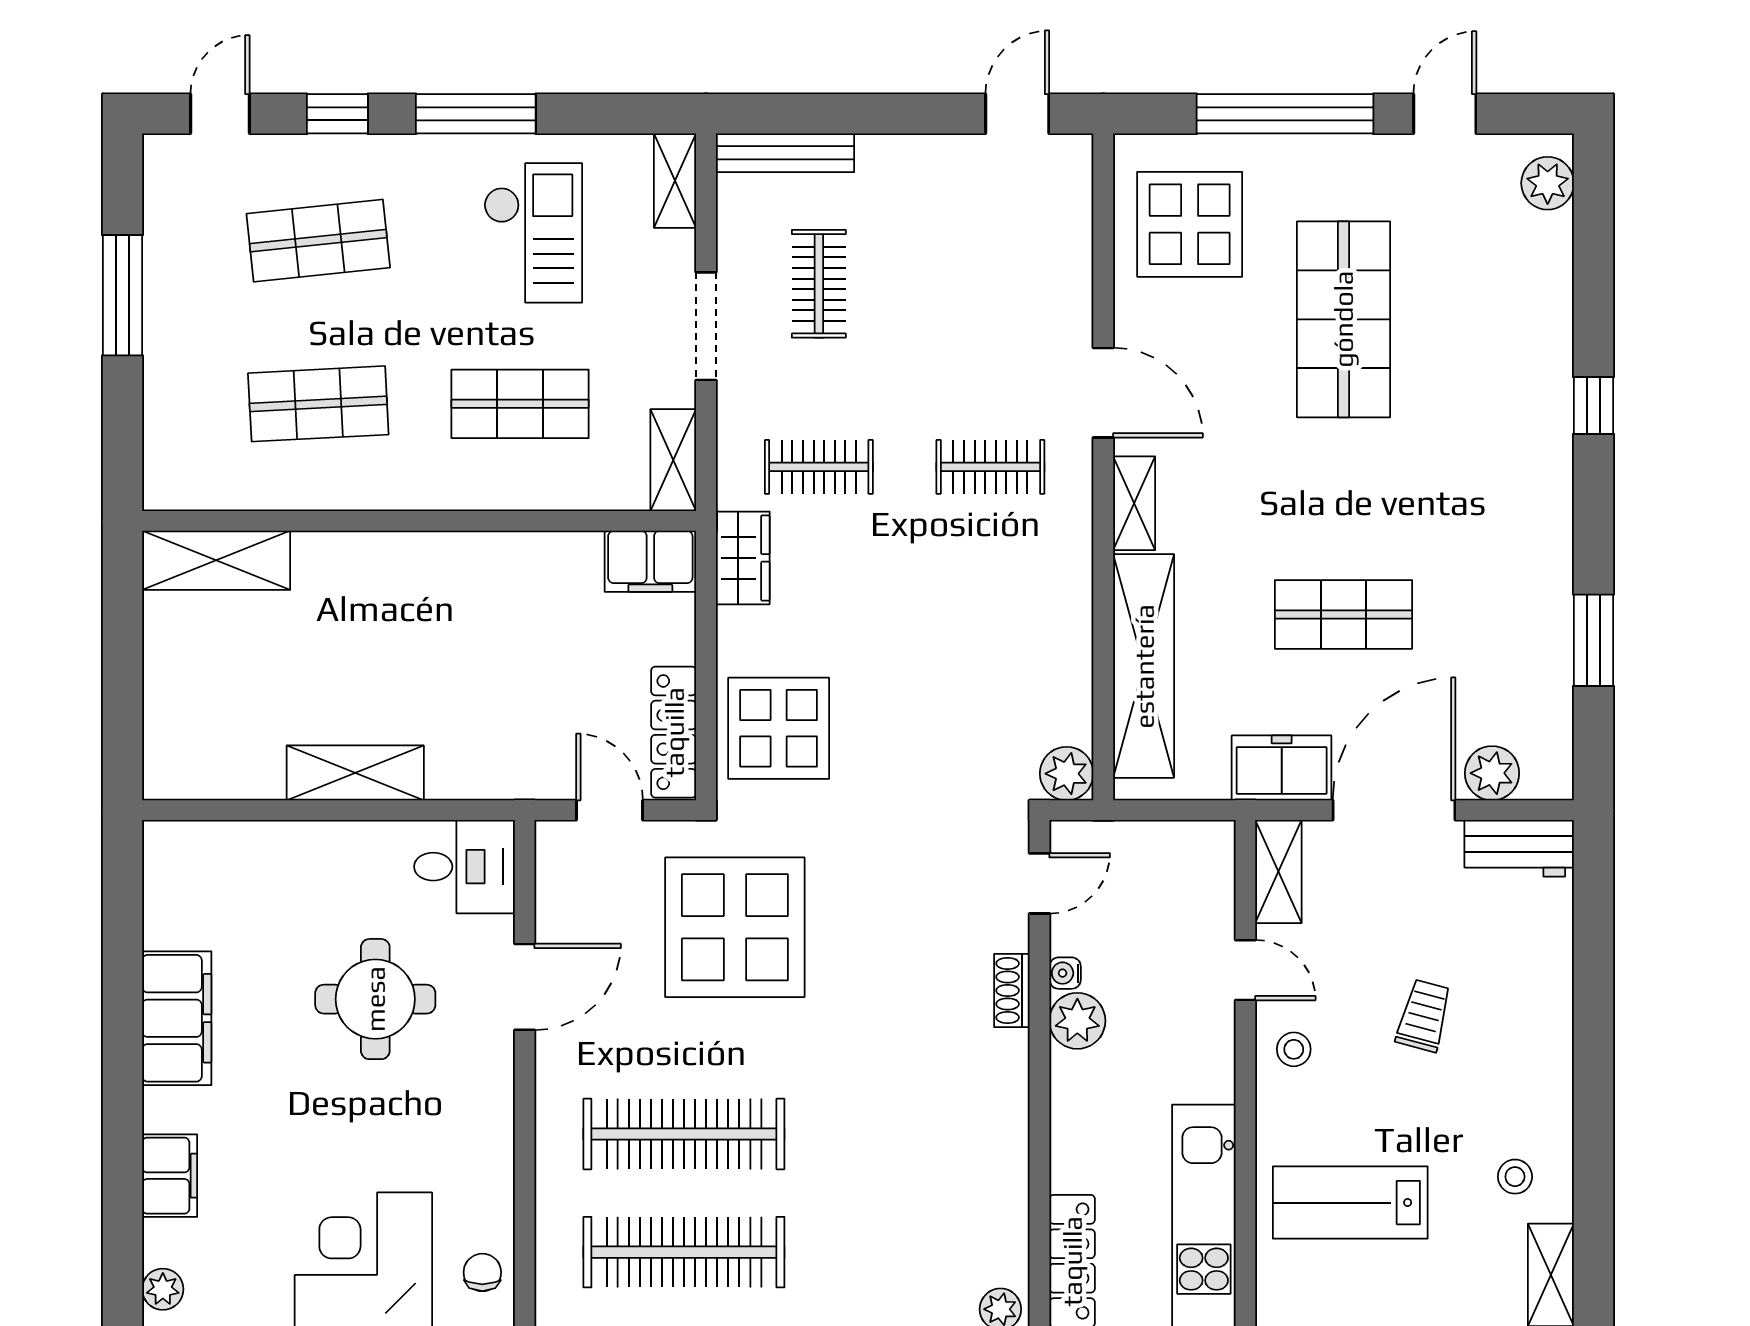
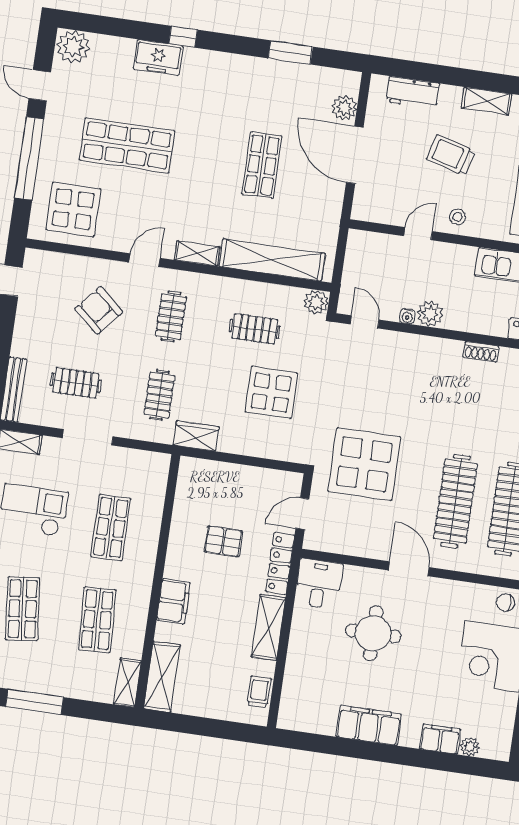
plant: (1548, 183) -> (73, 47), width x1.36, depth x1.36
armchair: (981, 310) -> (99, 310), added
door: (1103, 393) -> (144, 260), width x0.73
shelving: (673, 460) -> (127, 683), moved, turned 90
filing cabinet: (650, 561) -> (173, 601), moved
pallet: (525, 649) -> (223, 541), added
clothes rail: (990, 650) -> (255, 329), added
display table: (779, 728) -> (271, 393), moved
locker: (674, 732) -> (280, 563), moved, turned 90
freezer: (1282, 768) -> (158, 57), moved, turned -90
trolley: (214, 773) -> (259, 692), added
workbench: (1519, 848) -> (413, 93), moved, turned 90
shelving: (1278, 872) -> (486, 101), moved
door: (525, 987) -> (409, 569), moved
shoe rack: (1012, 990) -> (481, 352), moved
trolley: (1424, 1016) -> (451, 155), width x1.36, depth x1.39
plant: (163, 1289) -> (470, 747), moved

